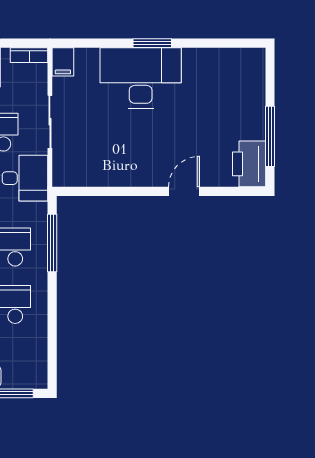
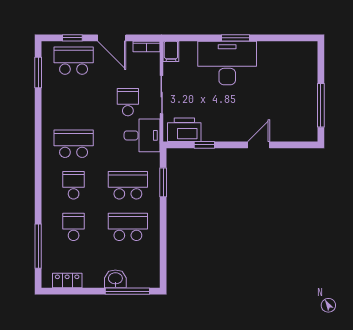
printer: (249, 164) -> (184, 130), moved, turned 90
window: (109, 191) -> (204, 145), added
window: (52, 243) -> (163, 182), width x0.69

